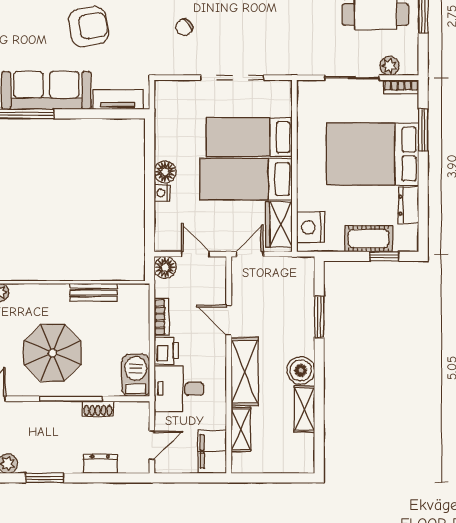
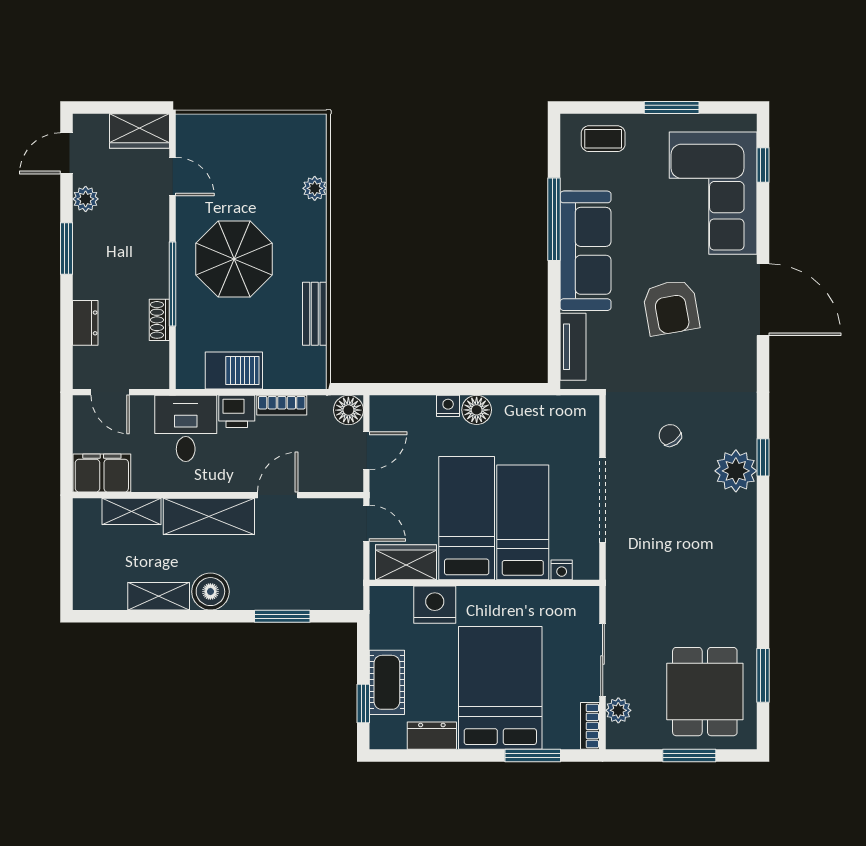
nightstand: (285, 108) -> (562, 570), added
nightstand: (311, 227) -> (435, 605), moved
barbecue: (136, 375) -> (234, 371), moved

